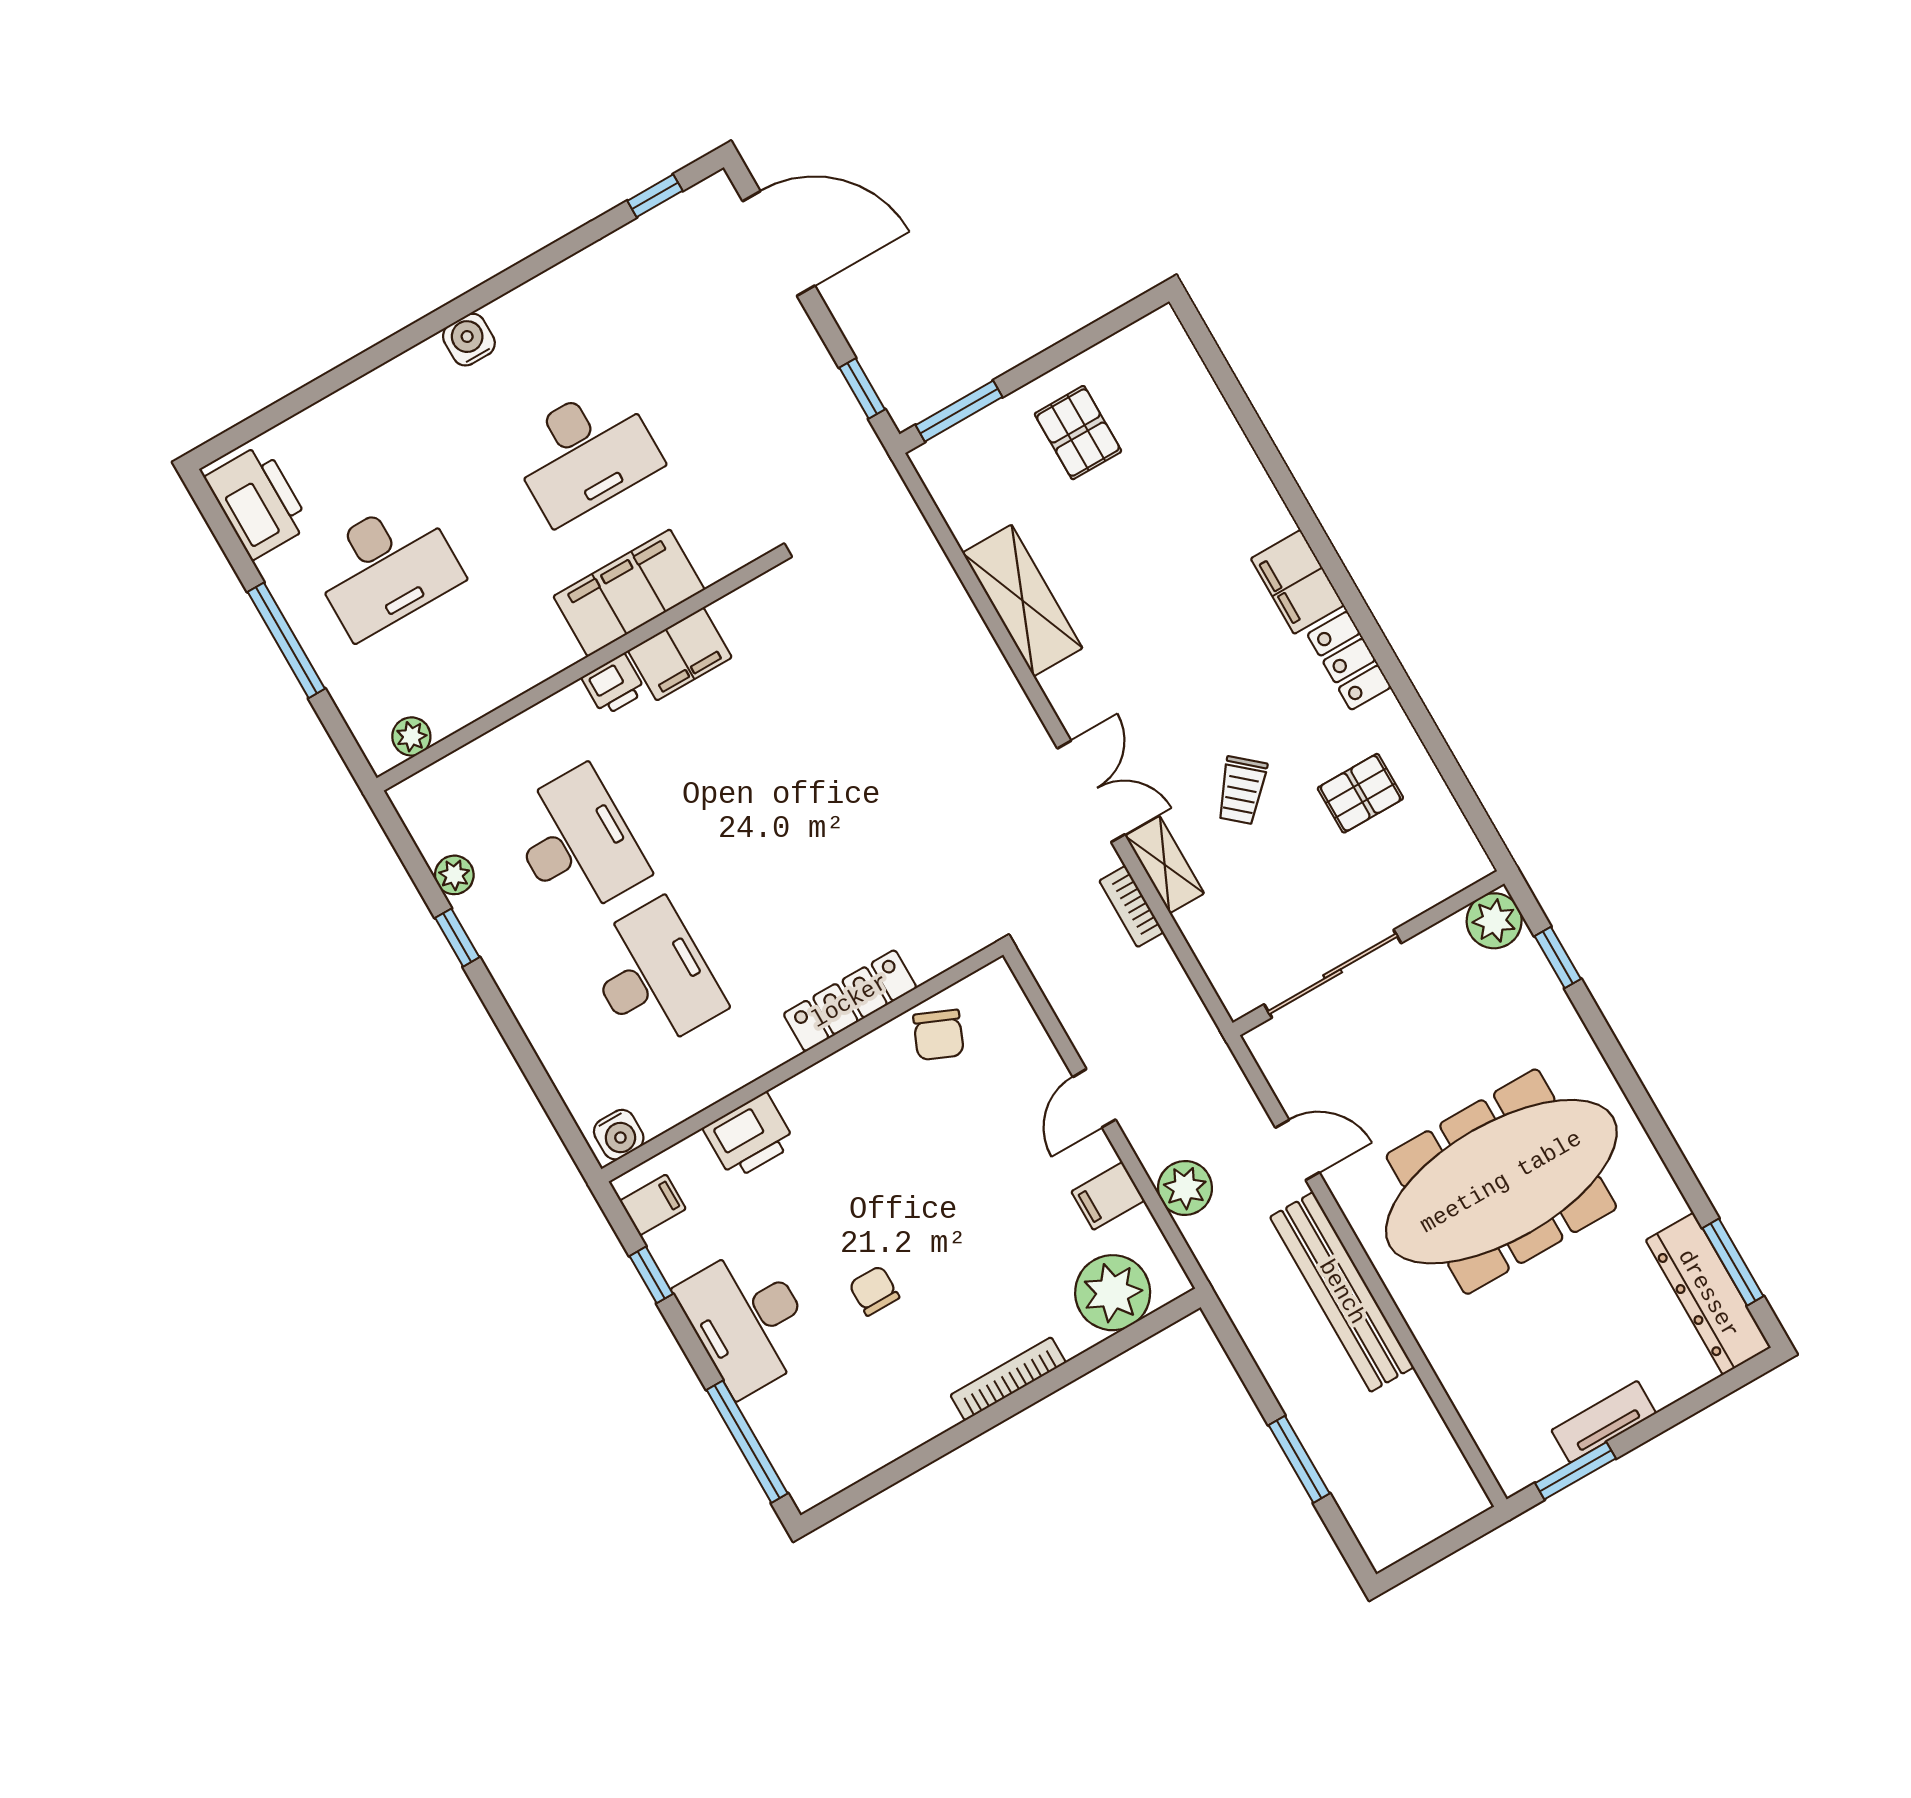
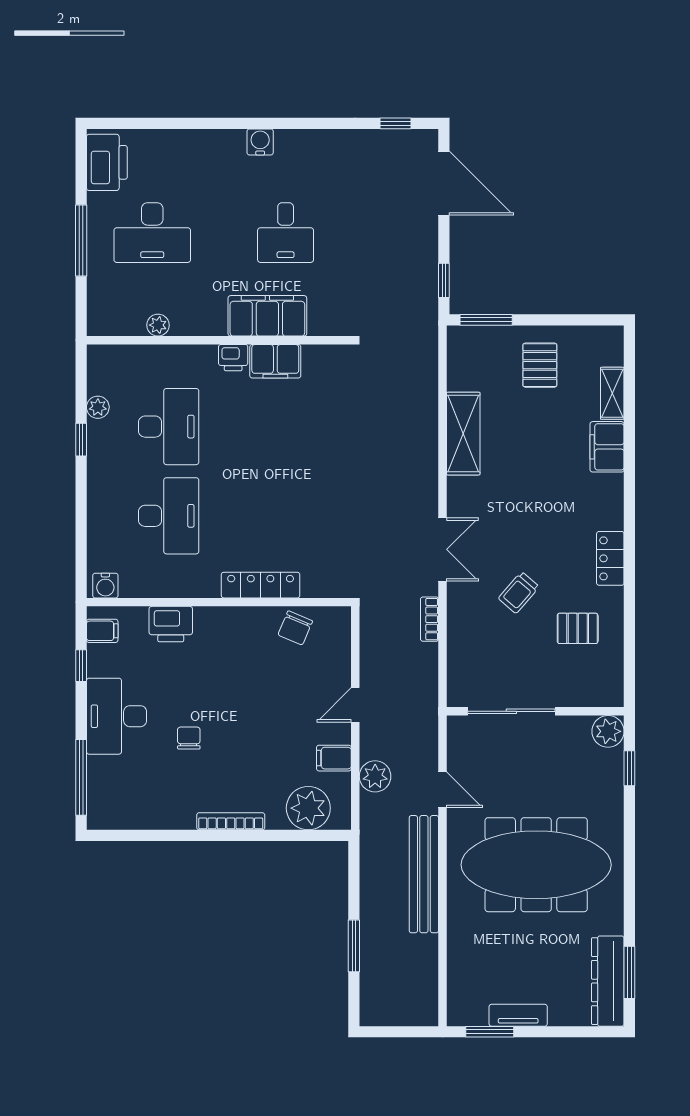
desk: (585, 453) -> (286, 233), width x0.73
filing cabinet: (1297, 582) -> (607, 447), moved
plant: (411, 736) -> (158, 325), moved
shelving: (1165, 865) -> (612, 393), moved

